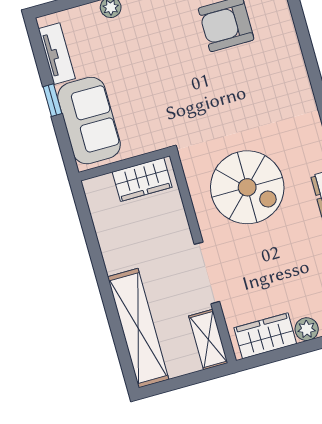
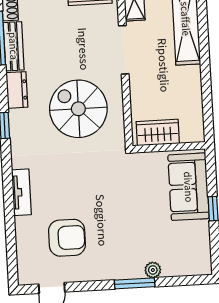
tv unit: (57, 54) -> (21, 192), moved, turned 180

